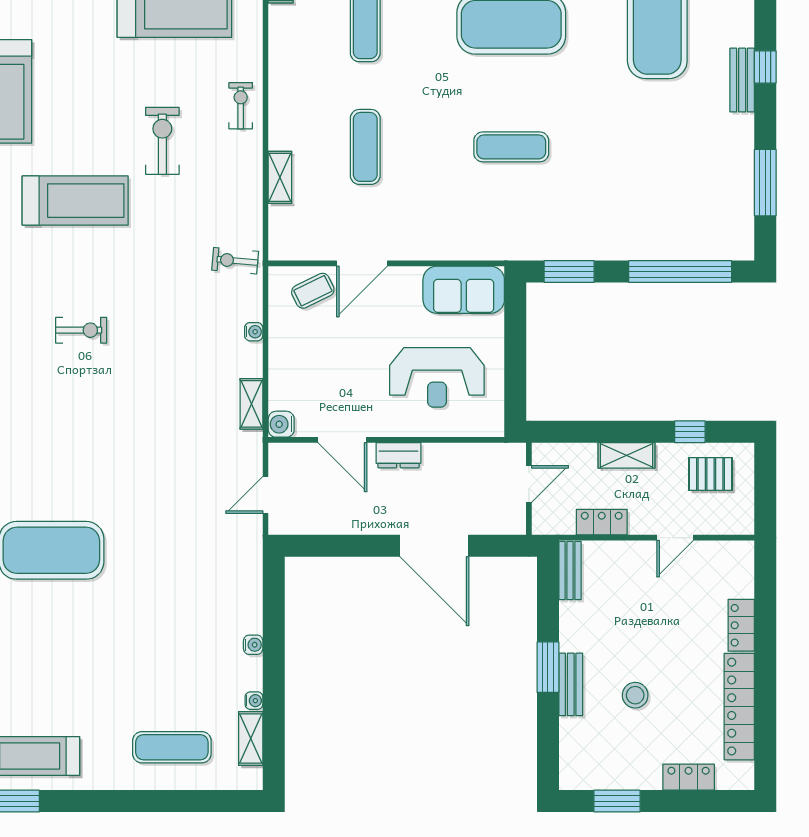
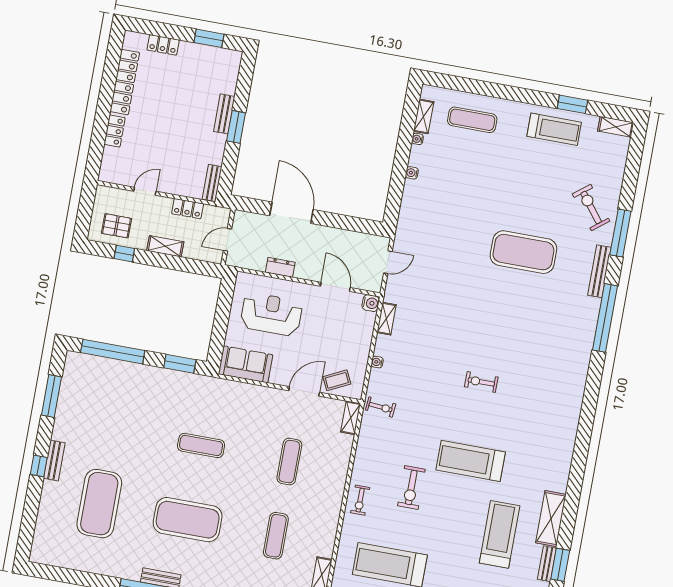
shelving: (280, 177) -> (351, 418), moved
dresser: (398, 455) -> (280, 267), moved
stool: (635, 695) -> (186, 100), removed

